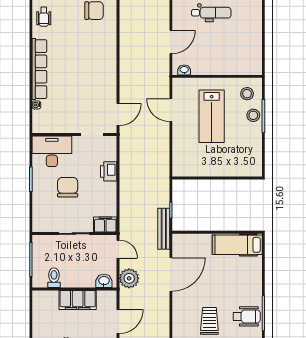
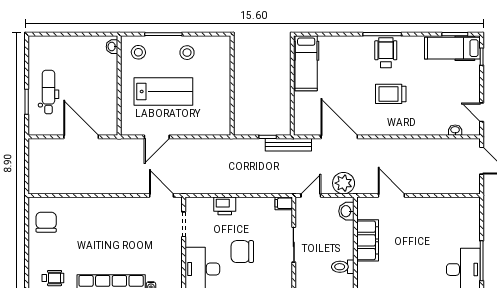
door: (171, 42) -> (81, 137), width x1.36
washbasin: (184, 70) -> (112, 47), moved
stool: (253, 115) -> (187, 53), moved
filing cabinet: (105, 225) -> (284, 203), width x0.50

